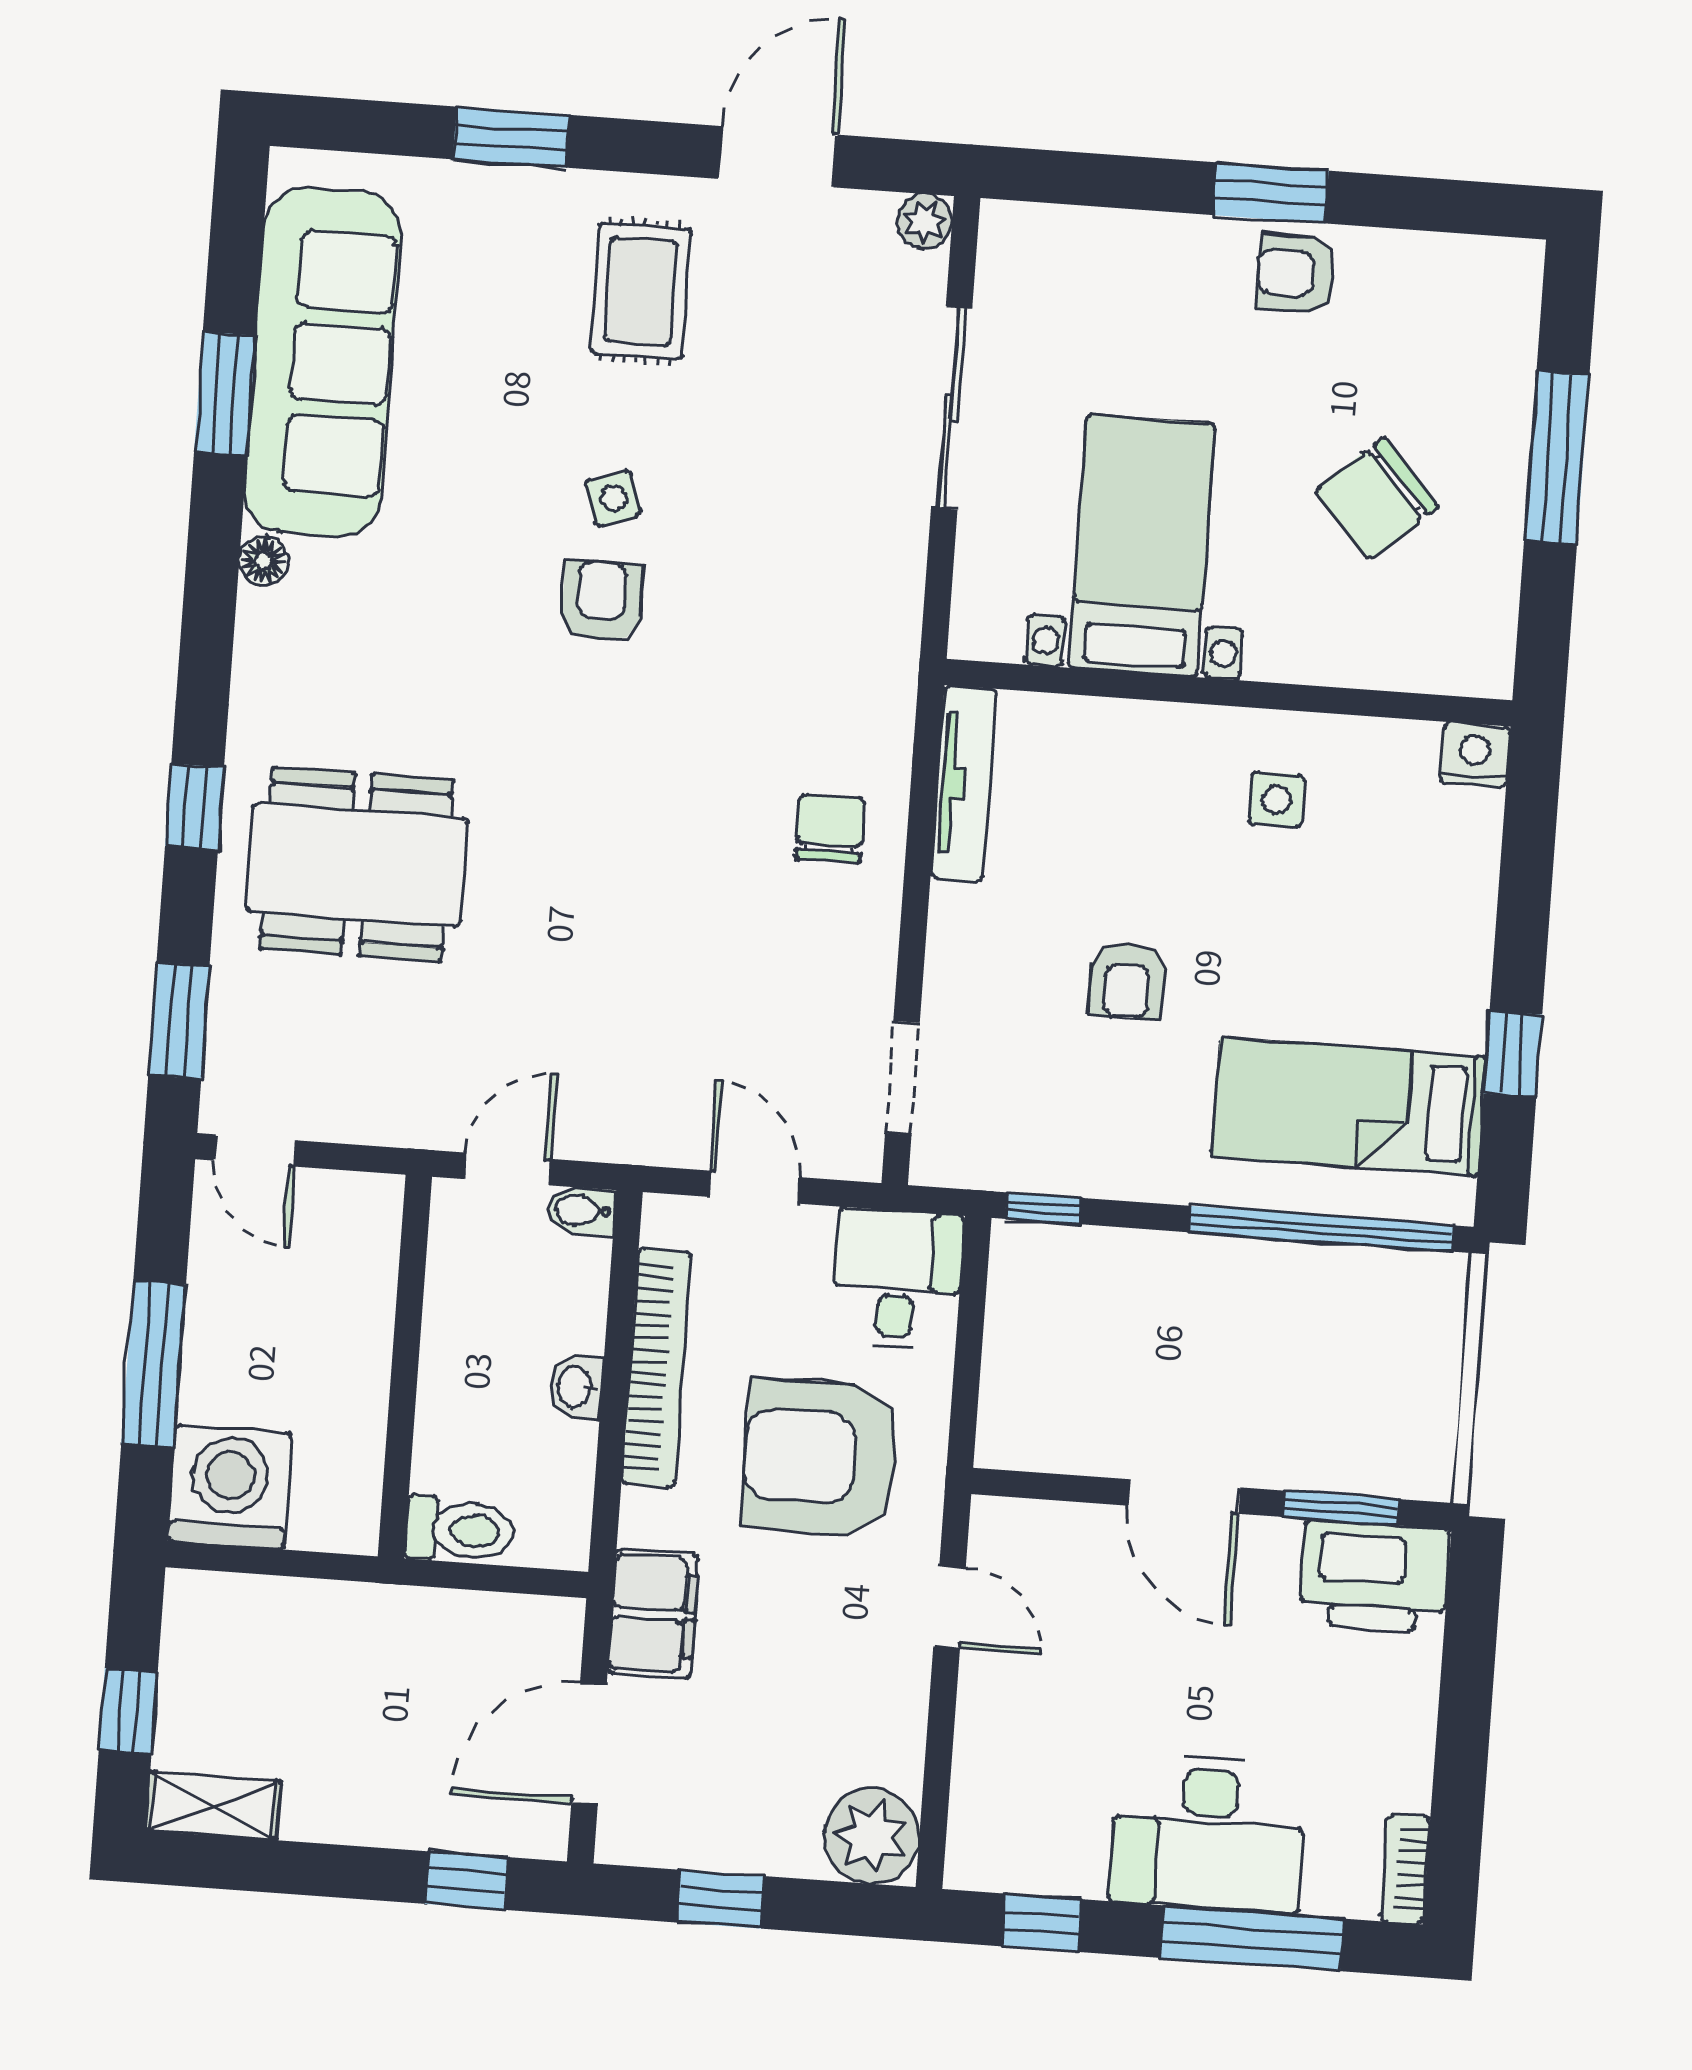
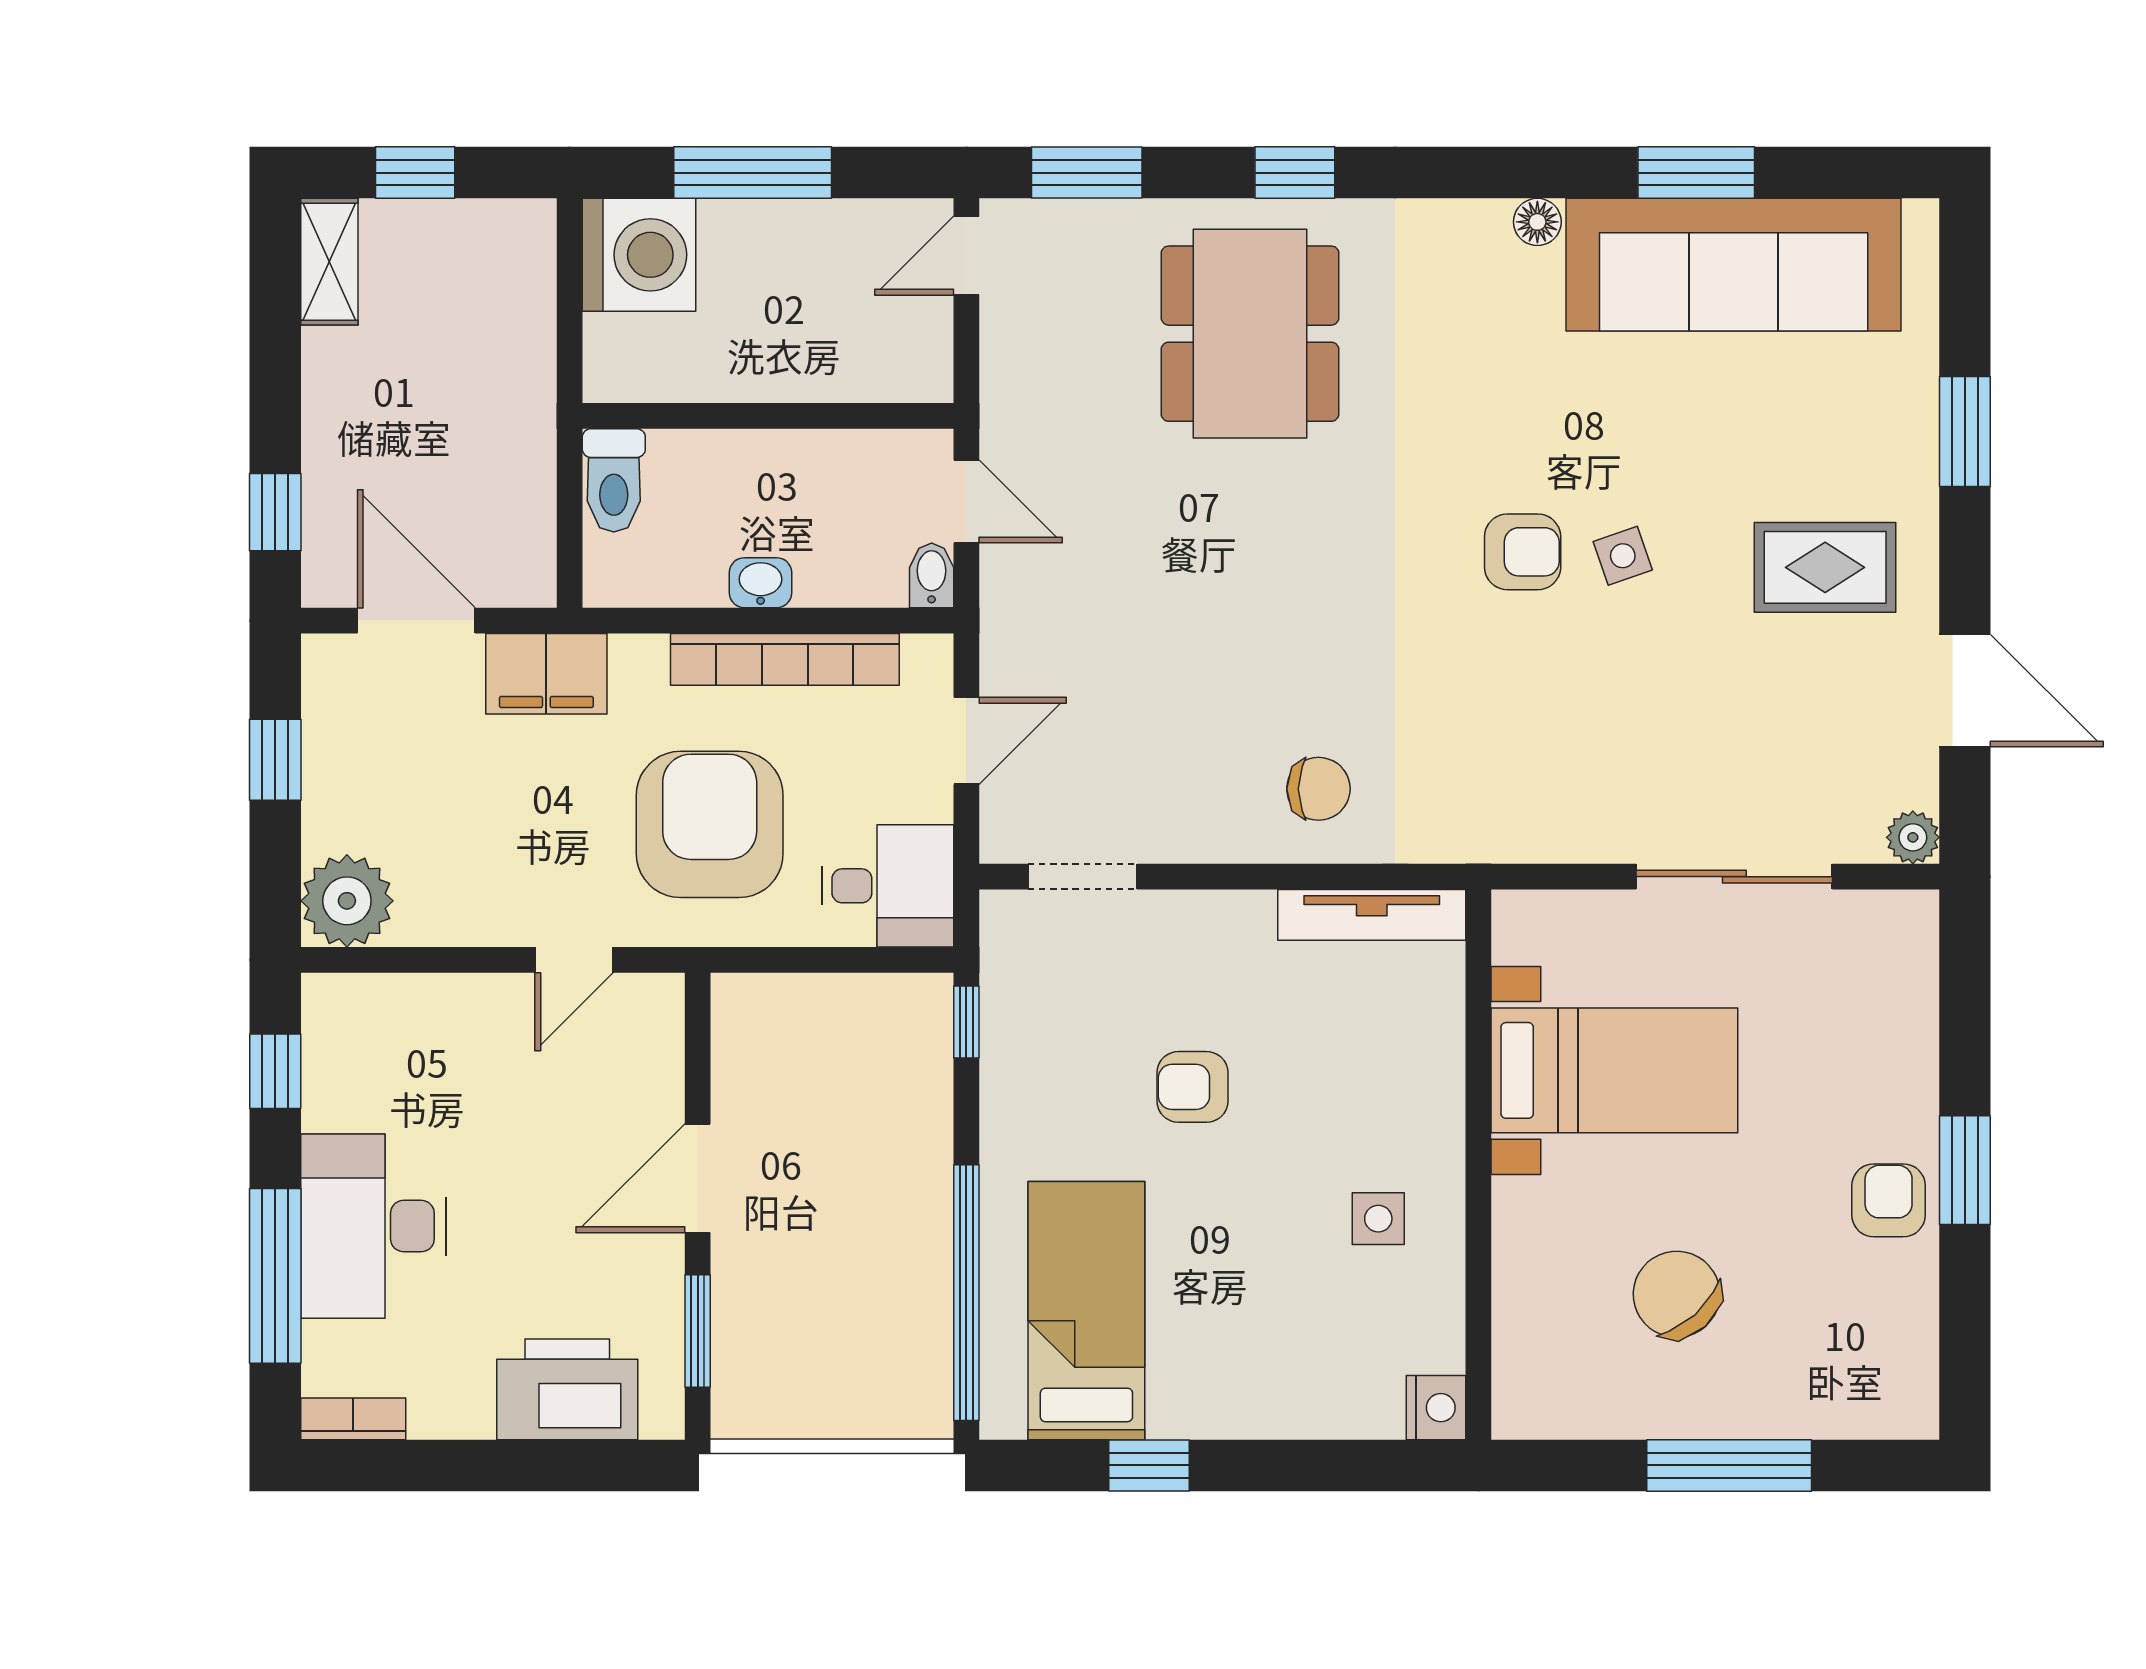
printer: (1375, 1576) -> (567, 1389), moved, turned 90

